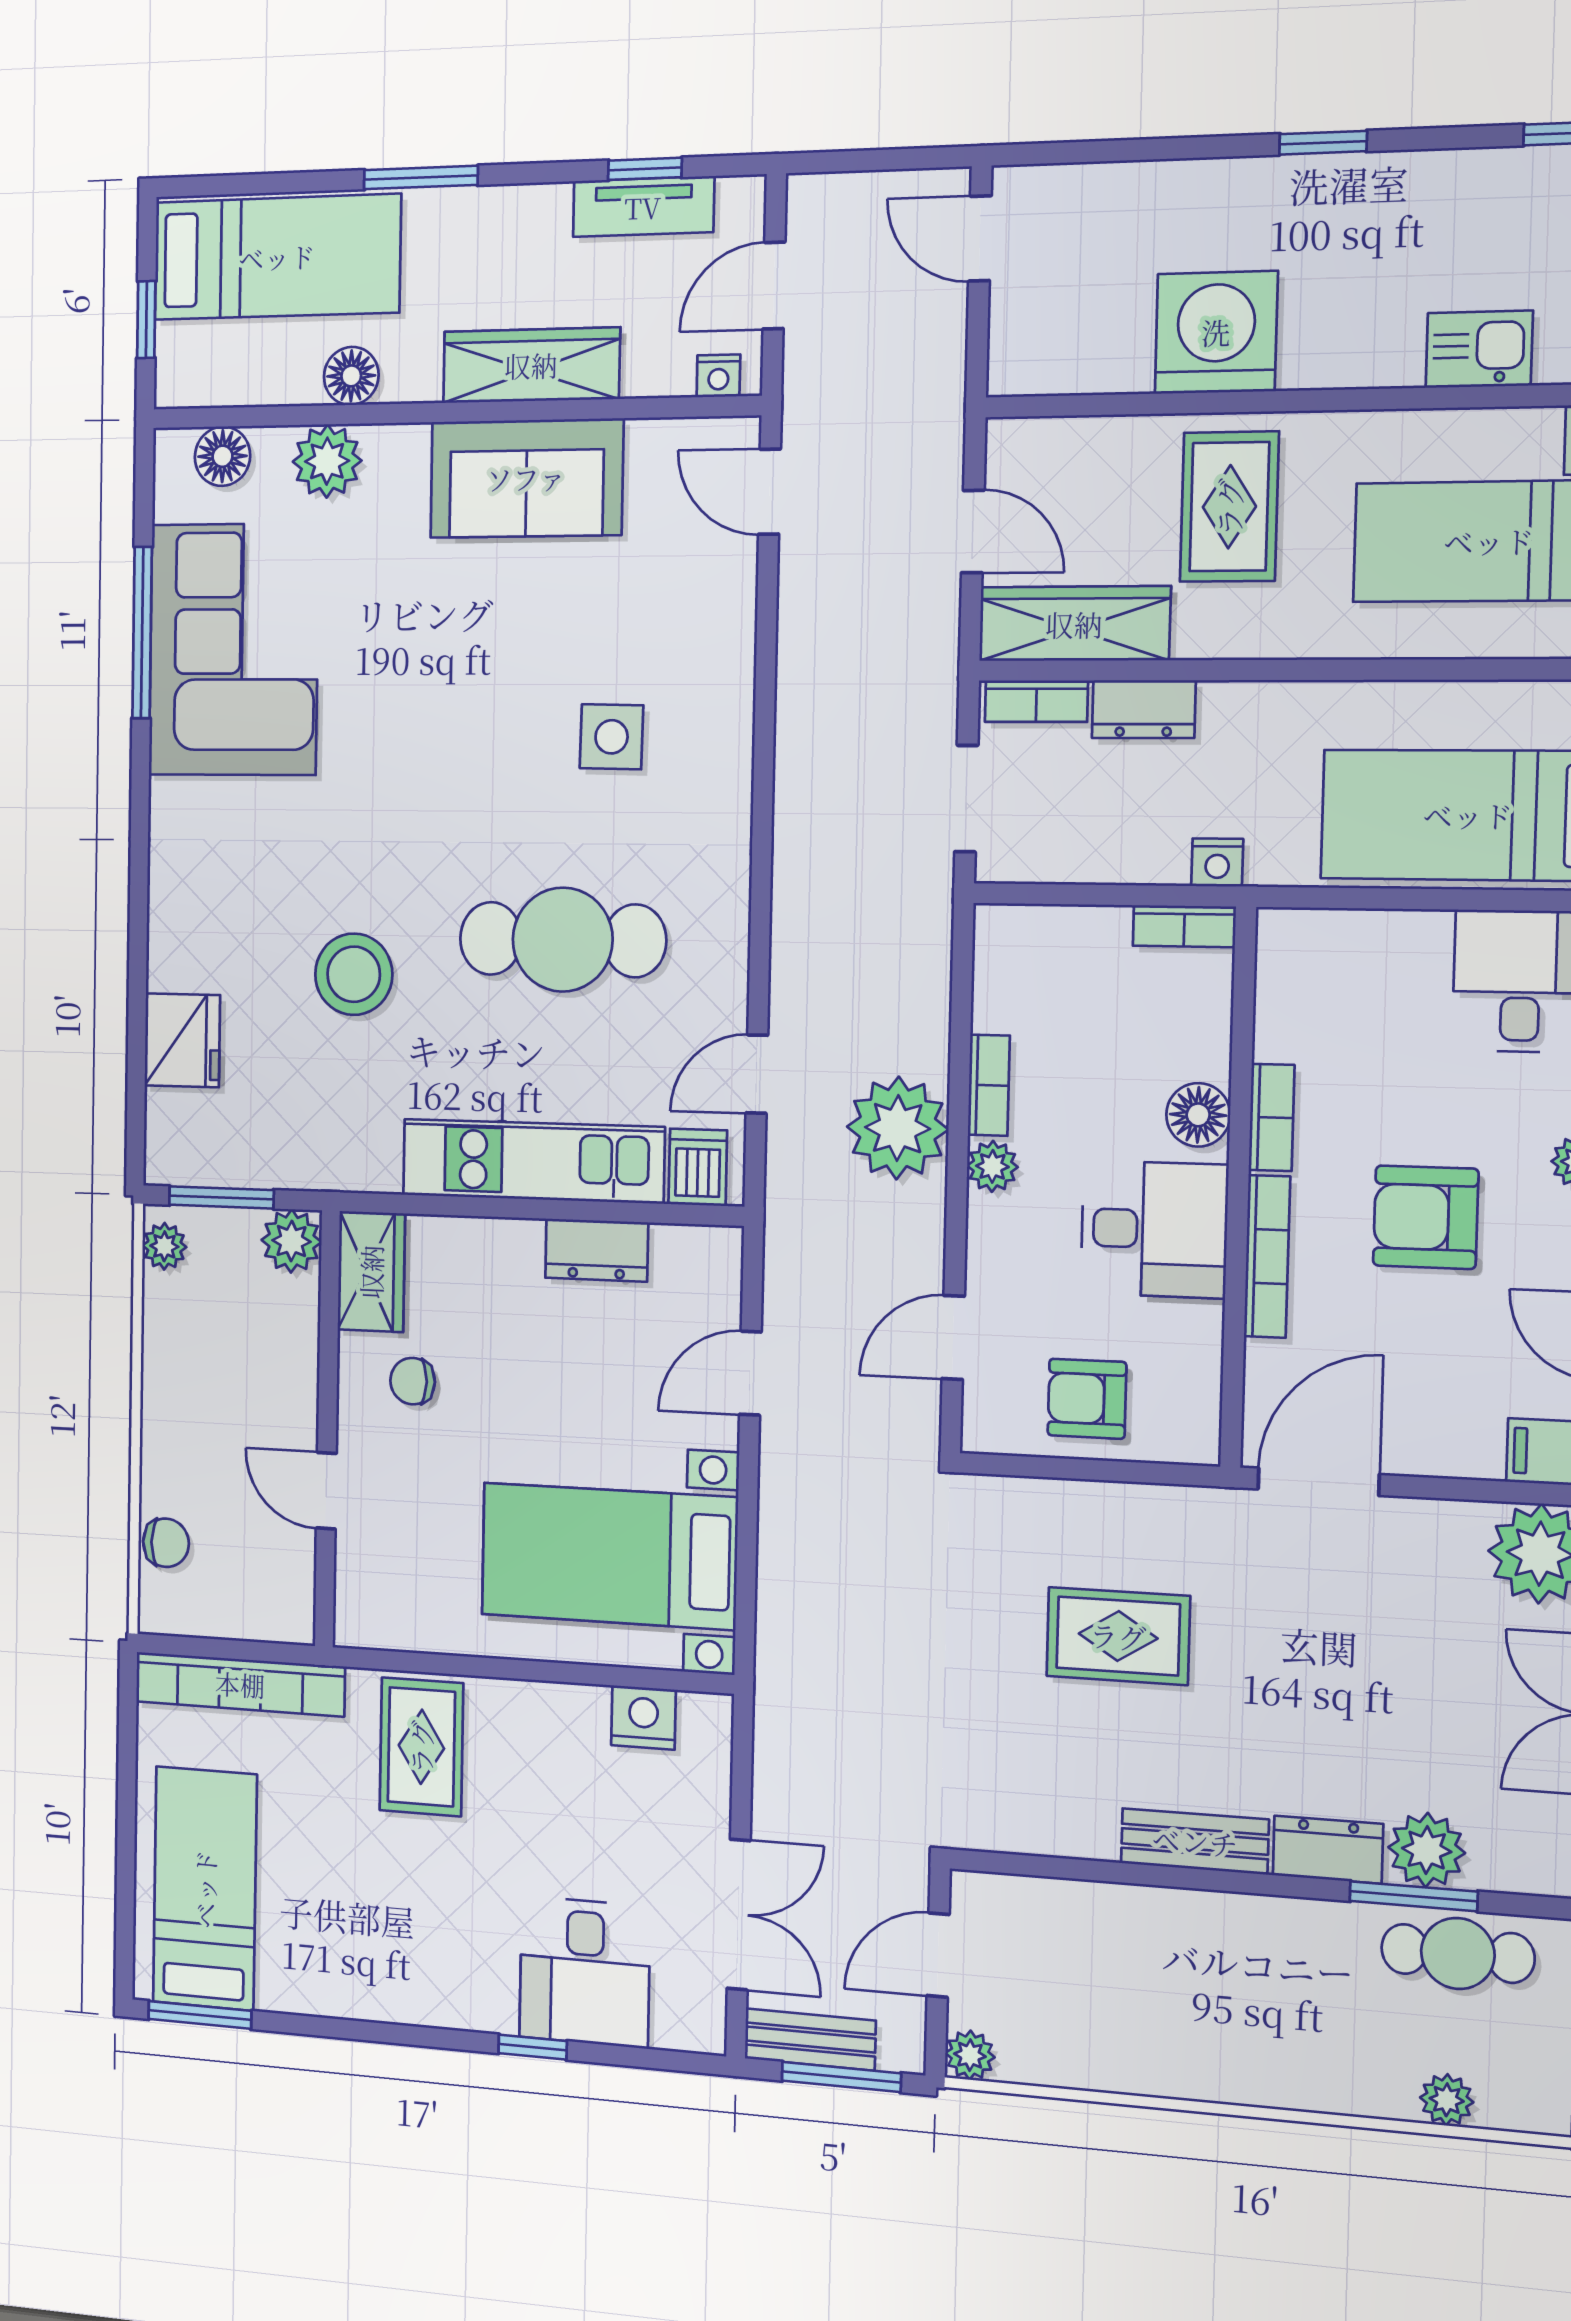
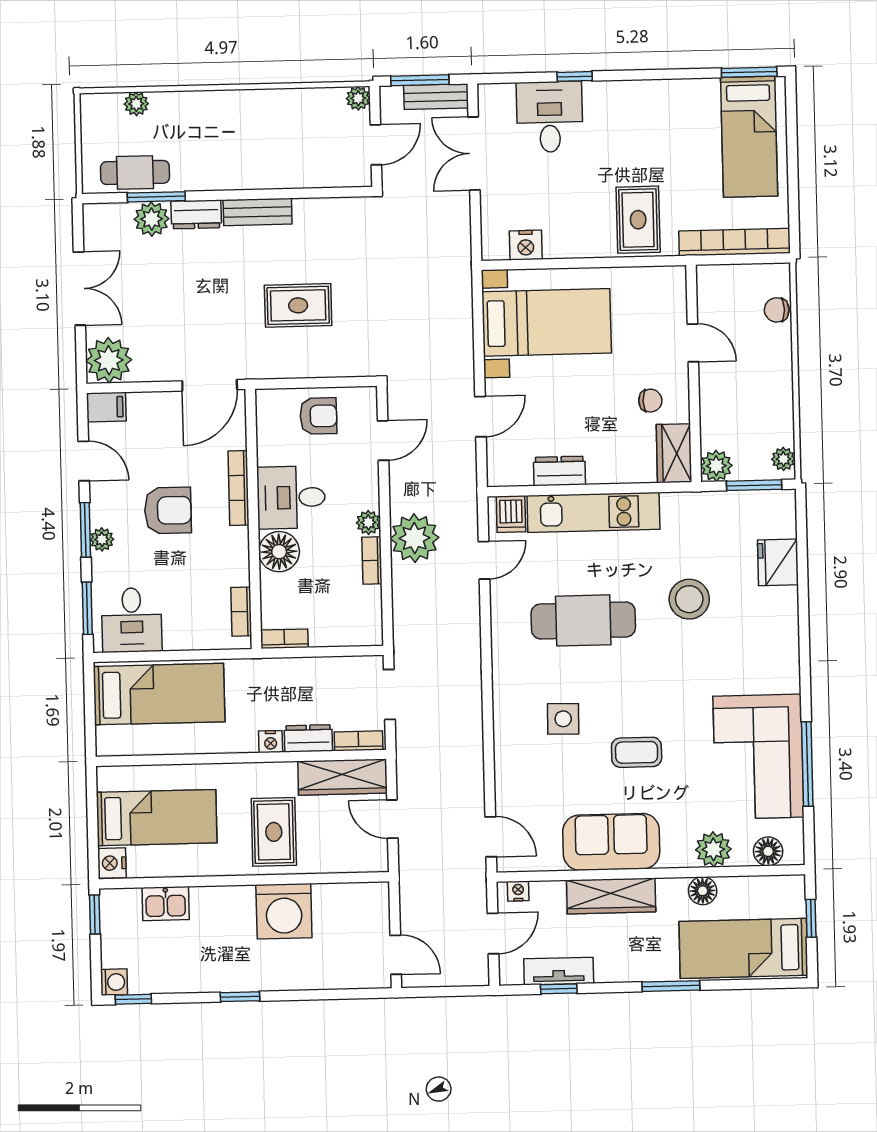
coffee table: (469, 664) -> (637, 752), added
nightstand: (1217, 863) -> (271, 742), moved, turned 180
floor lamp: (1198, 1115) -> (279, 552), width x1.38, depth x1.38
bookcase: (1272, 1118) -> (241, 612), moved

